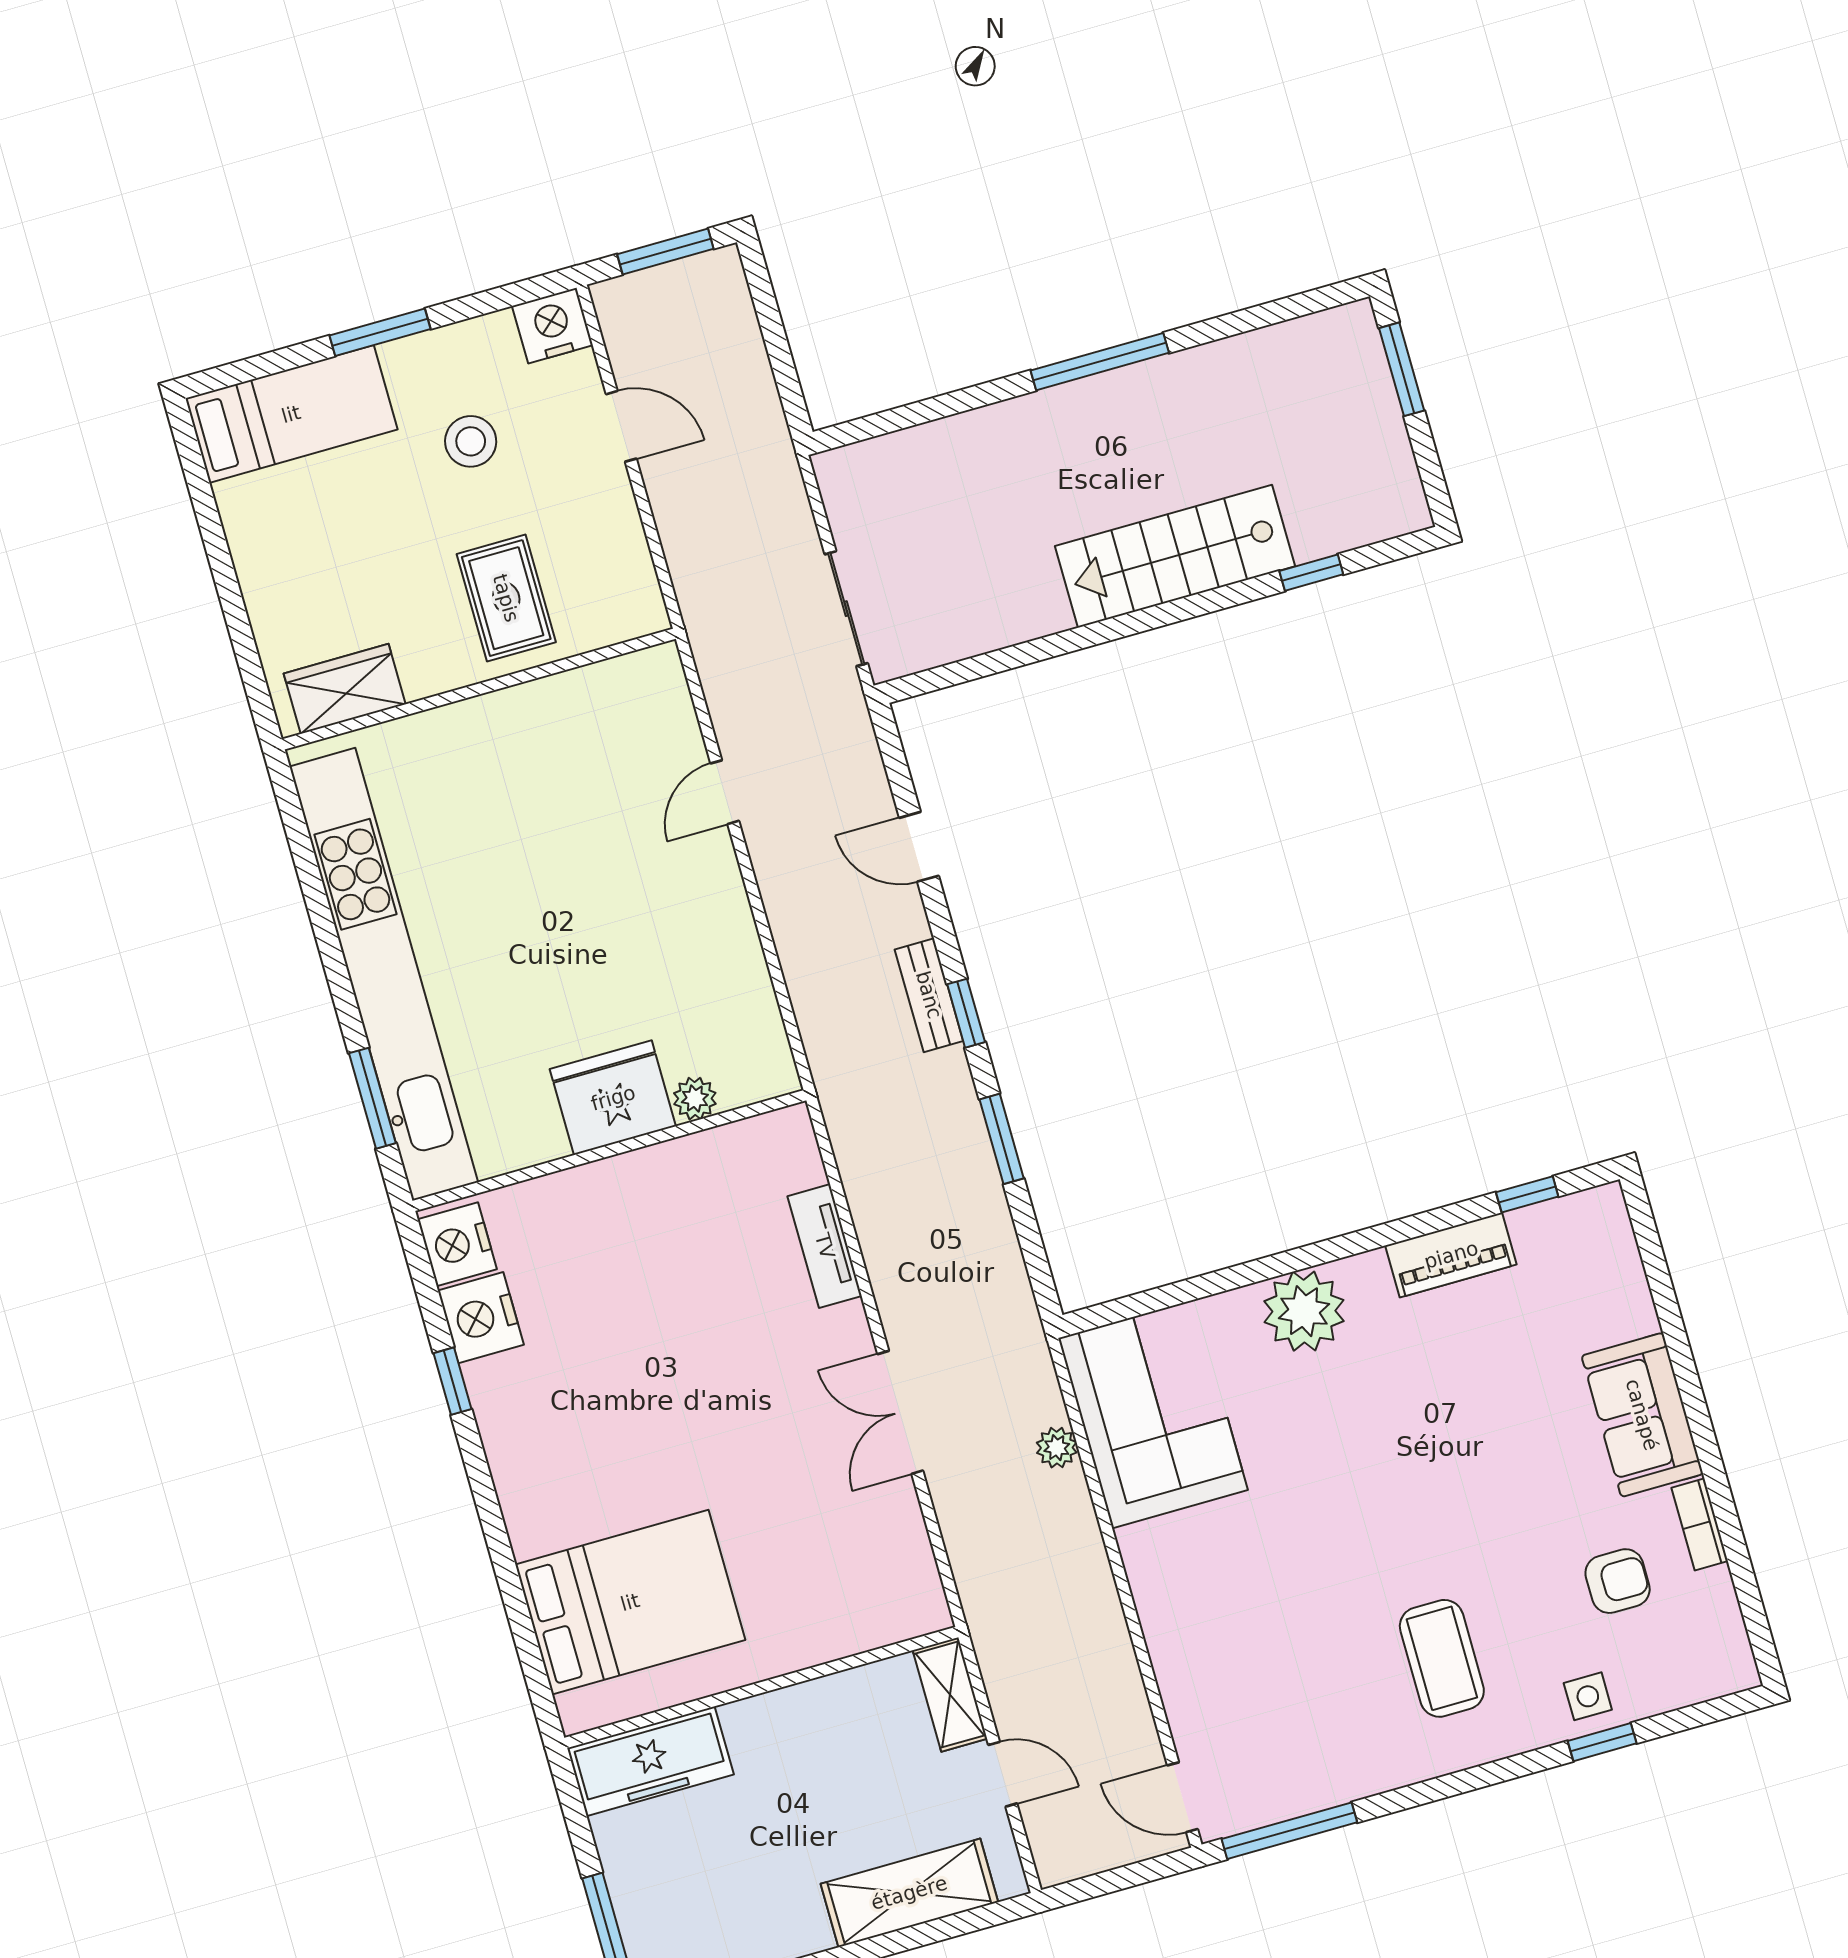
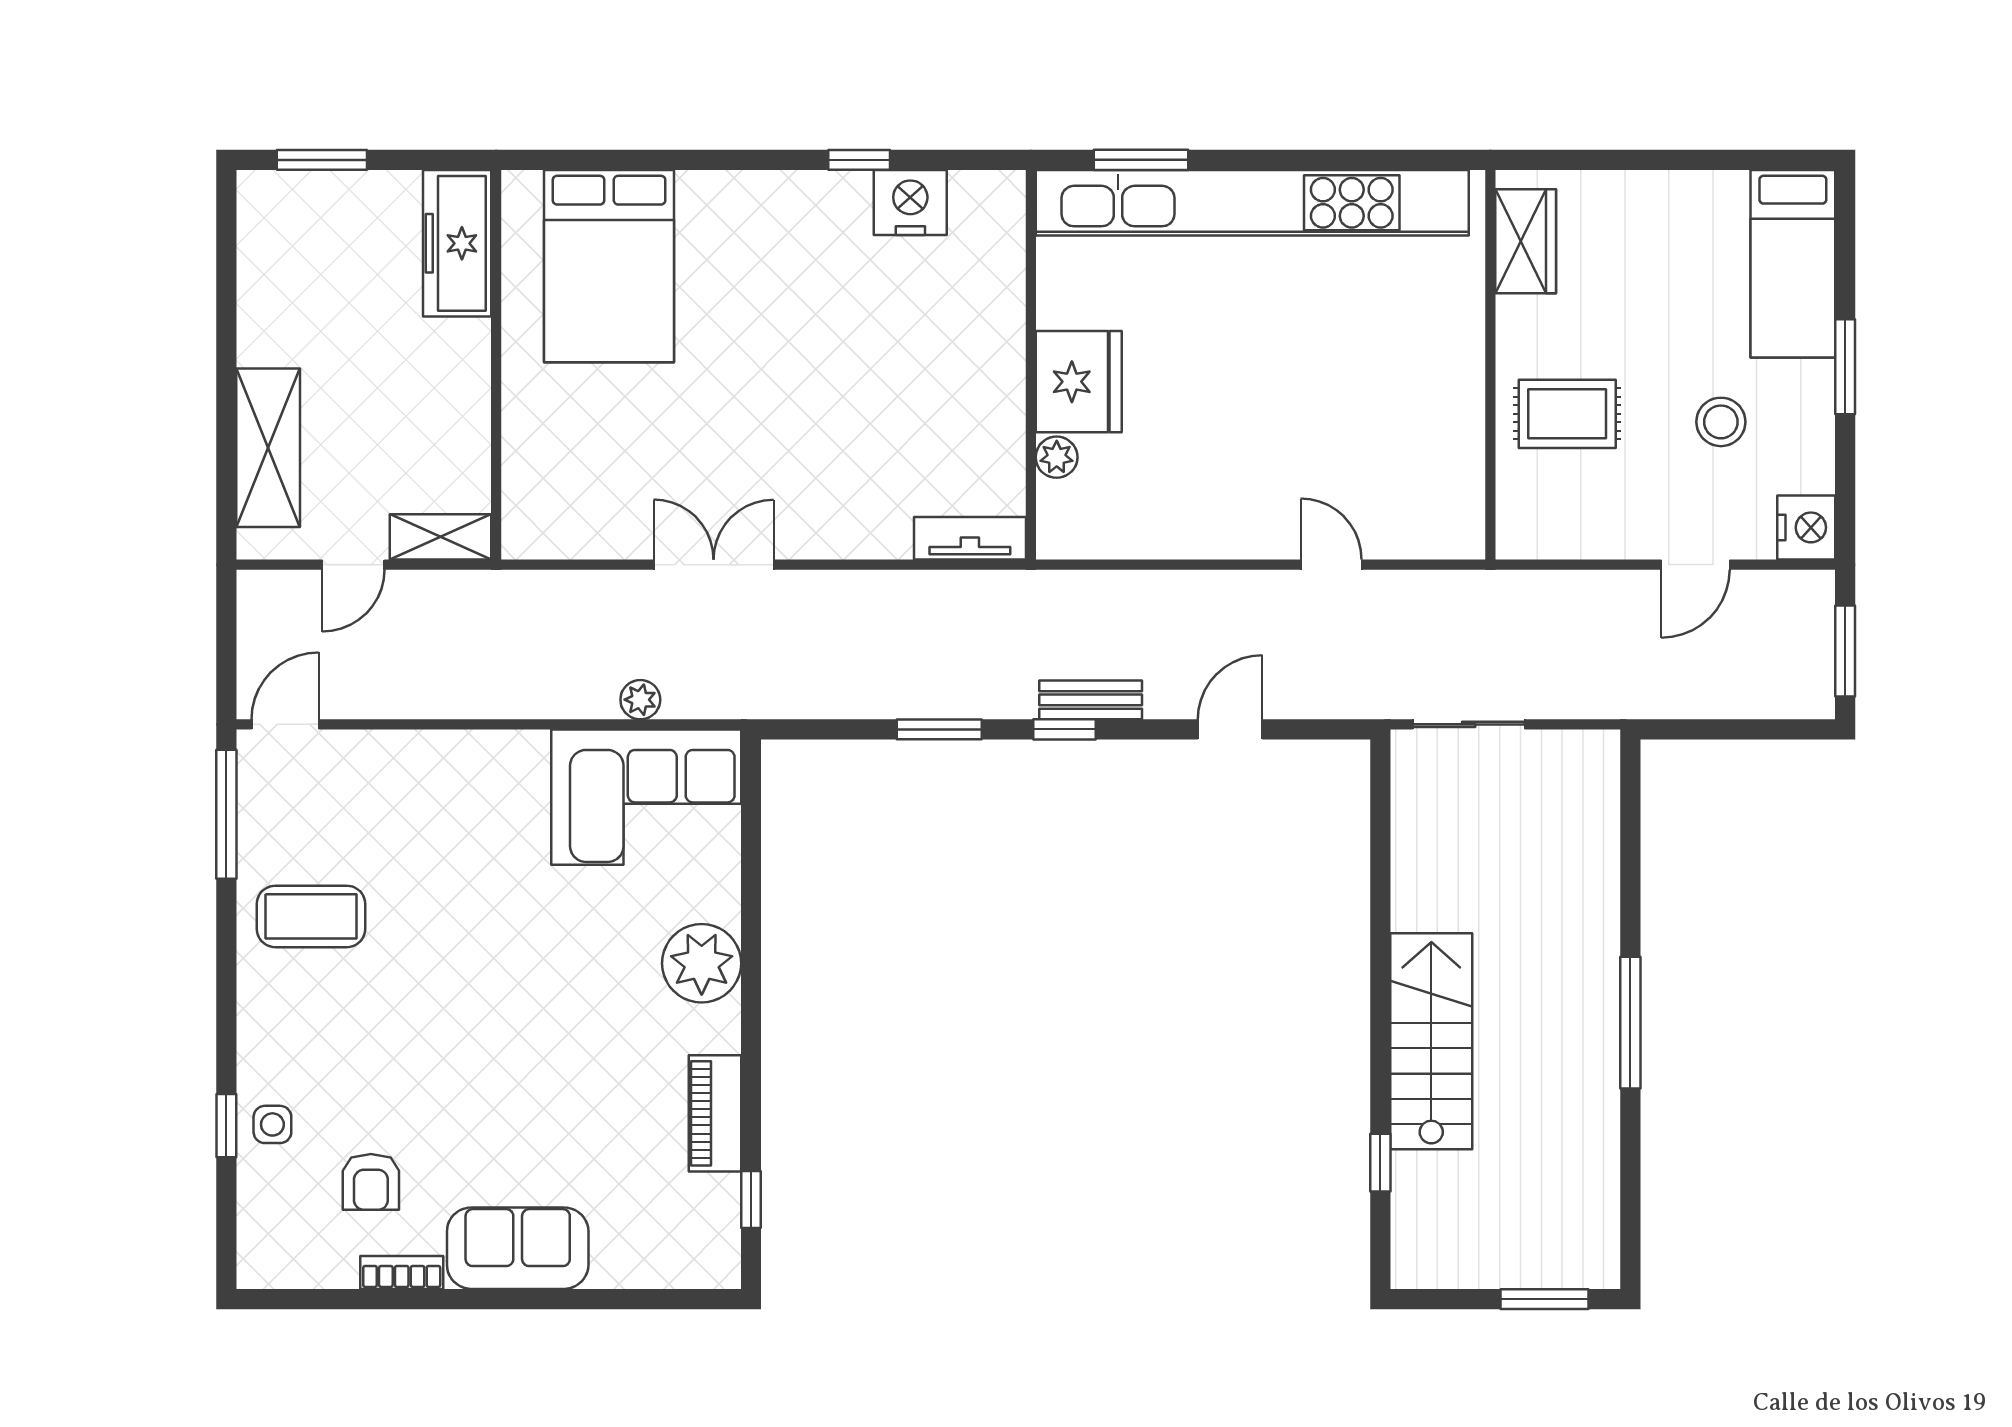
nightstand: (457, 1244) -> (984, 200), removed
tv unit: (825, 1246) -> (970, 538), moved
coffee table: (1442, 1658) -> (311, 916), moved

